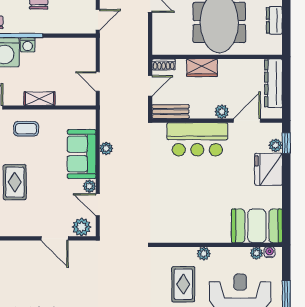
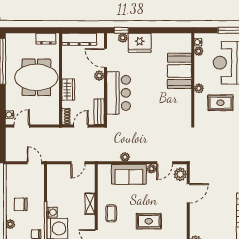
dresser: (274, 20) -> (46, 39), moved
door: (150, 86) -> (81, 126), hinge flipped
booth: (257, 226) -> (179, 71), moved

